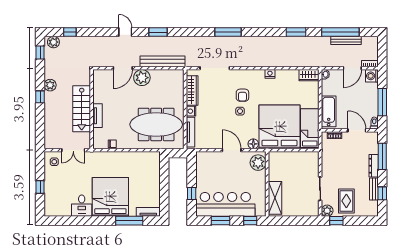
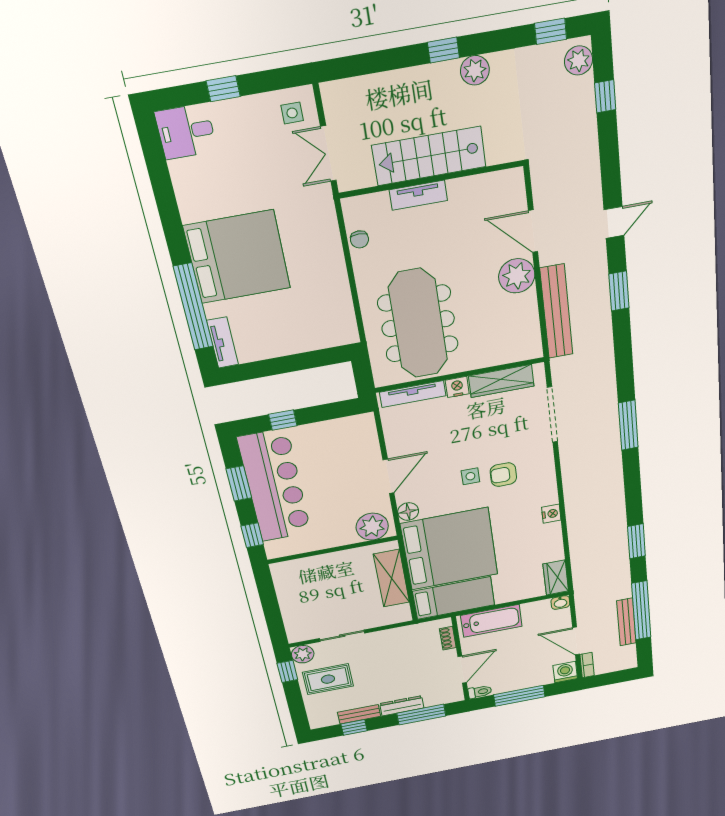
shelving: (275, 198) -> (392, 578), moved, turned 90
desk: (82, 206) -> (186, 132), moved
window: (129, 221) -> (193, 307), width x1.46

